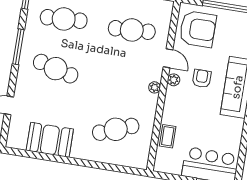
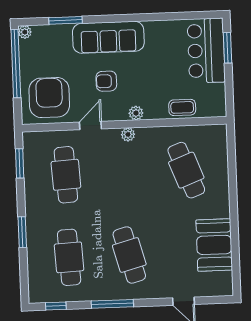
cafe table: (56, 69) -> (129, 255), turned -30
plant: (174, 80) -> (136, 113), moved

